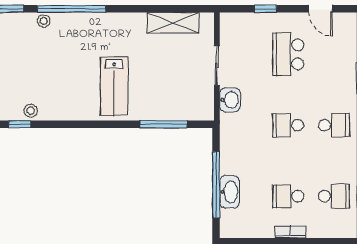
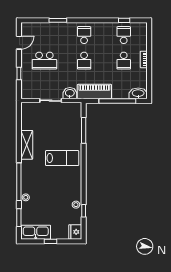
shelving: (173, 23) -> (27, 145), moved
piano: (233, 144) -> (94, 92), added
washbasin: (230, 192) -> (138, 93), moved

